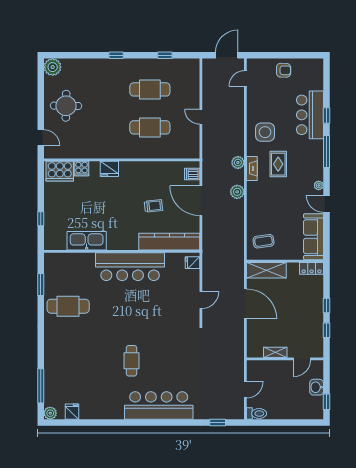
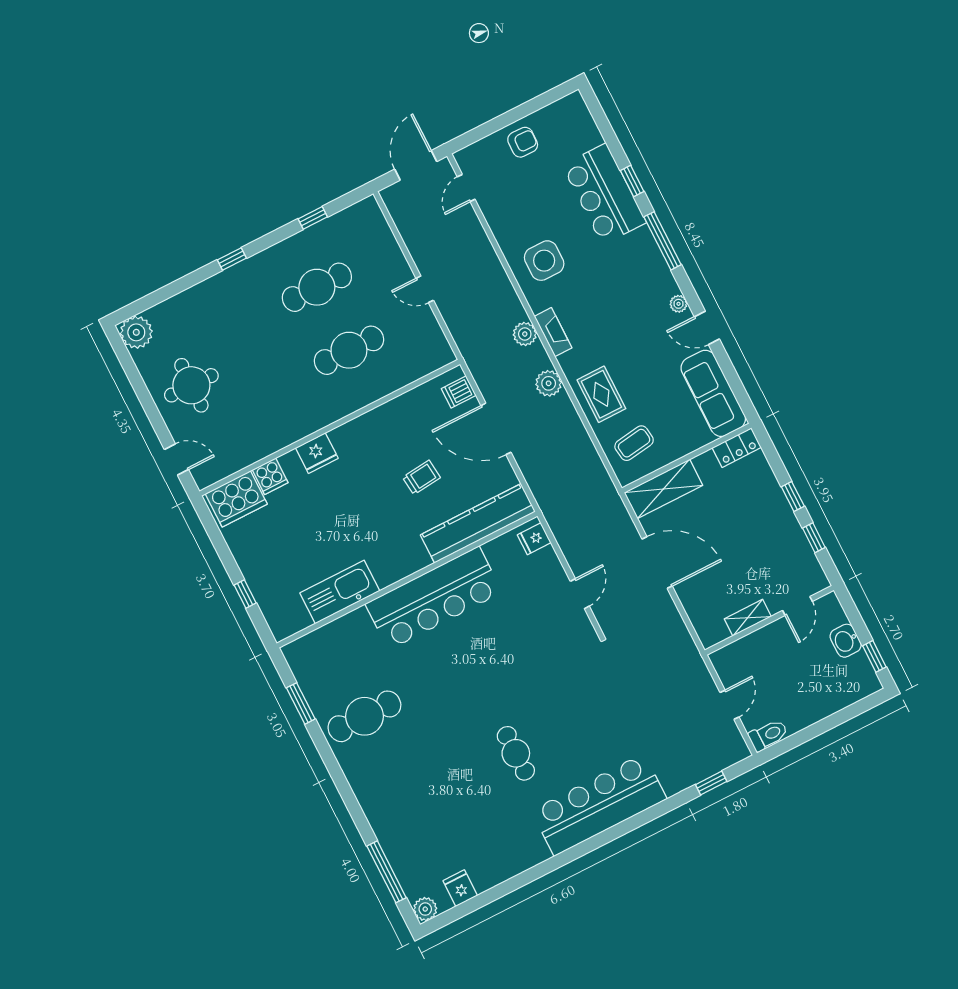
rug: (278, 164) -> (601, 394), moved

